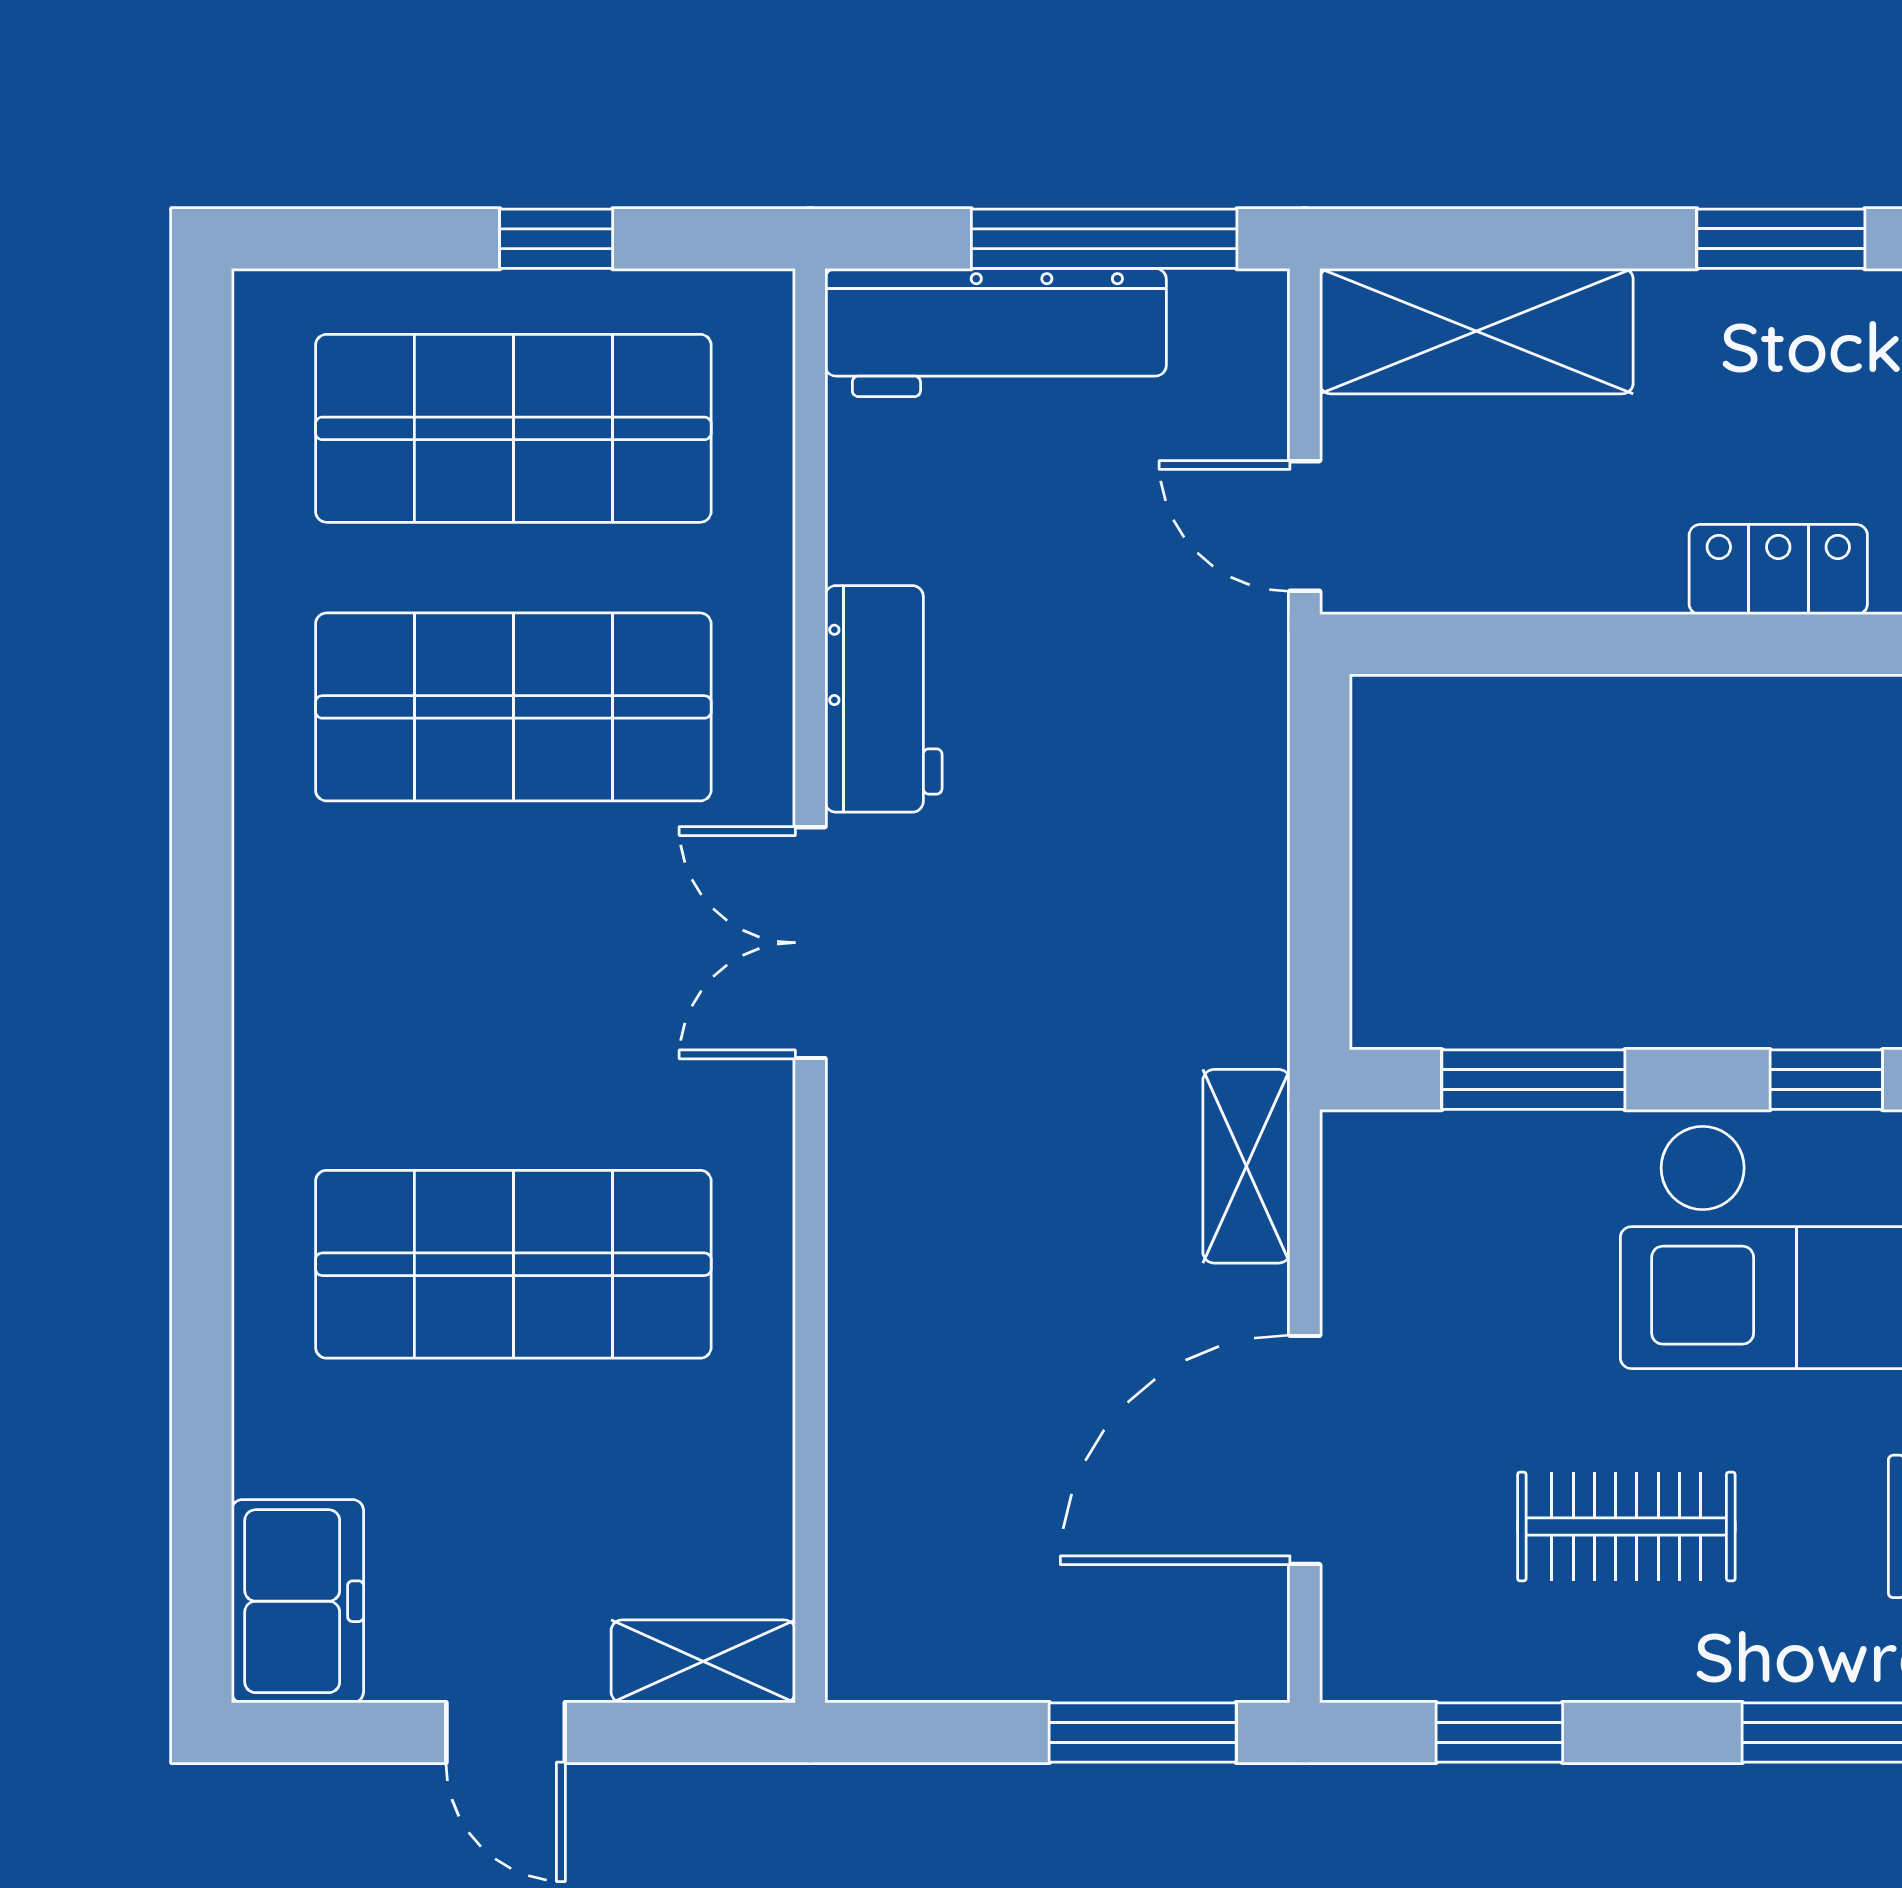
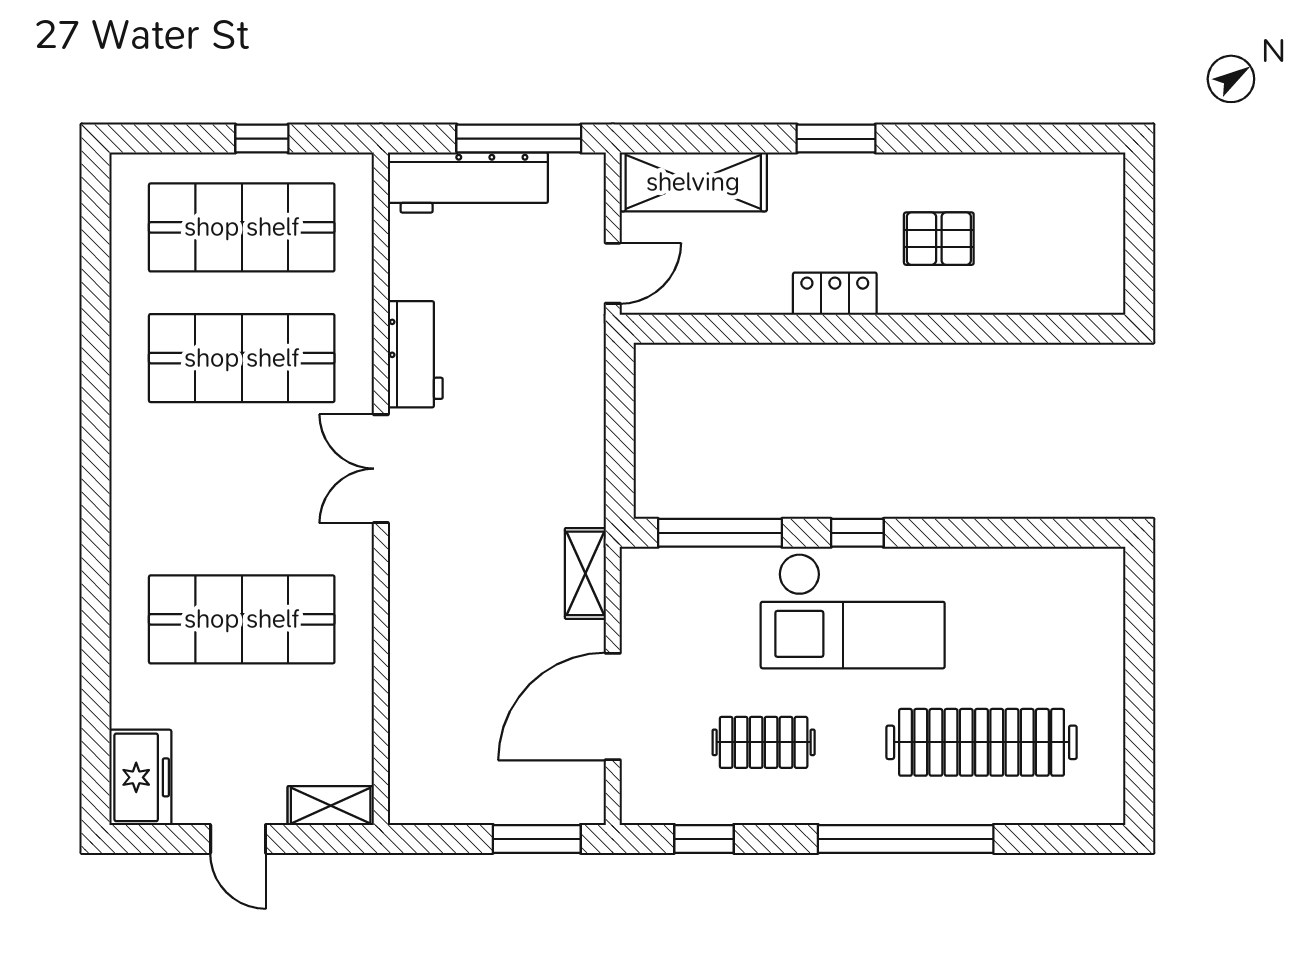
door: (1305, 526) -> (613, 273), swing flipped
window: (1533, 1080) -> (720, 533), width x1.44

